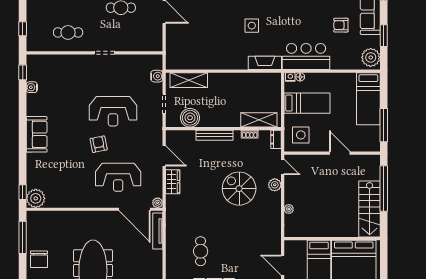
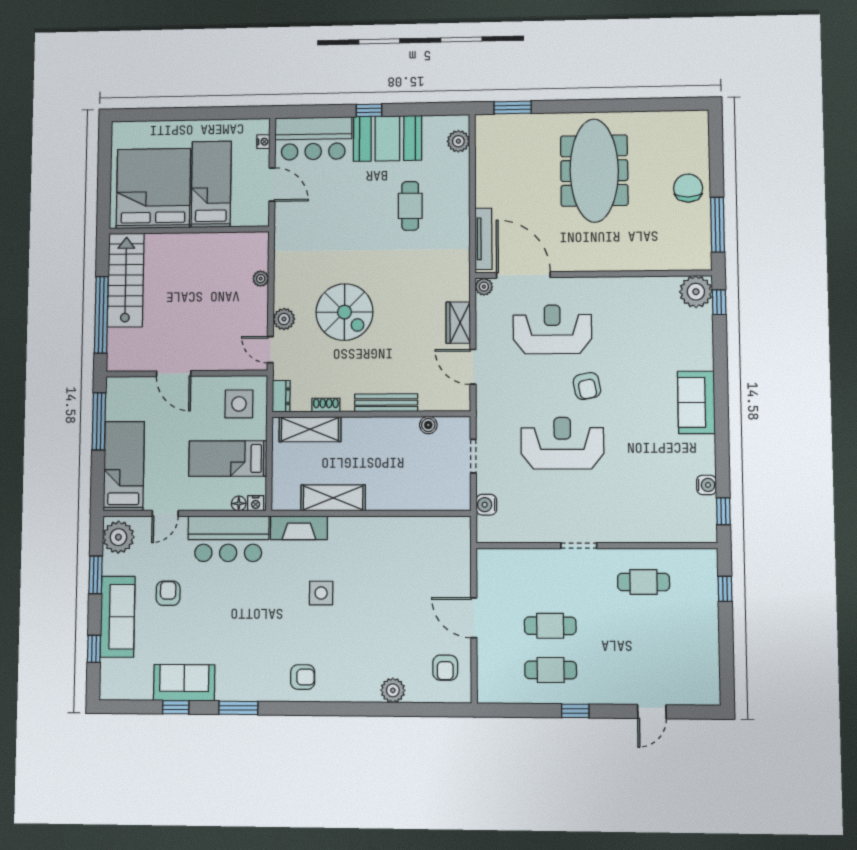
armchair: (341, 25) -> (168, 593), turned -90
door: (343, 71) -> (165, 513), added
shelving: (189, 80) -> (333, 498), moved
boiler: (190, 118) -> (428, 425), width x0.54, depth x0.54

